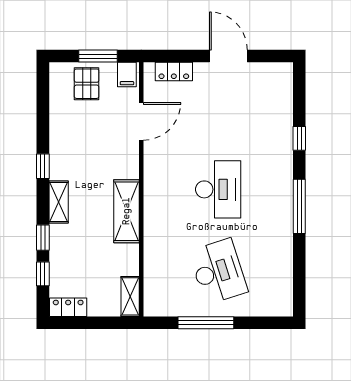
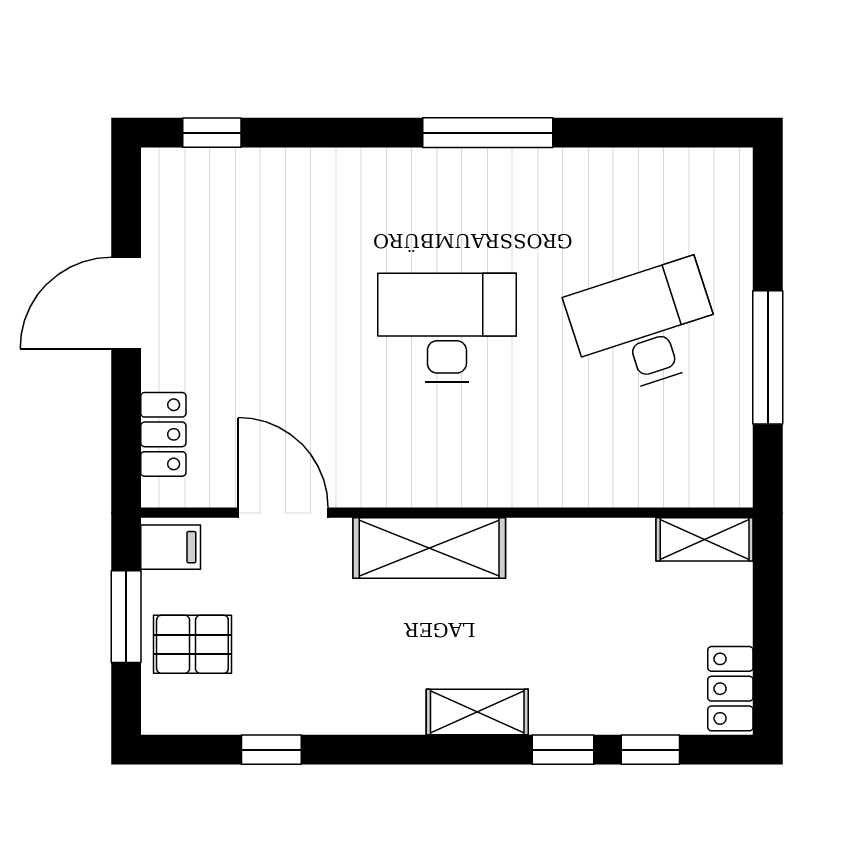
window: (299, 138) -> (212, 133), moved
window: (43, 166) -> (271, 750), moved
shelving: (127, 211) -> (429, 548), moved

